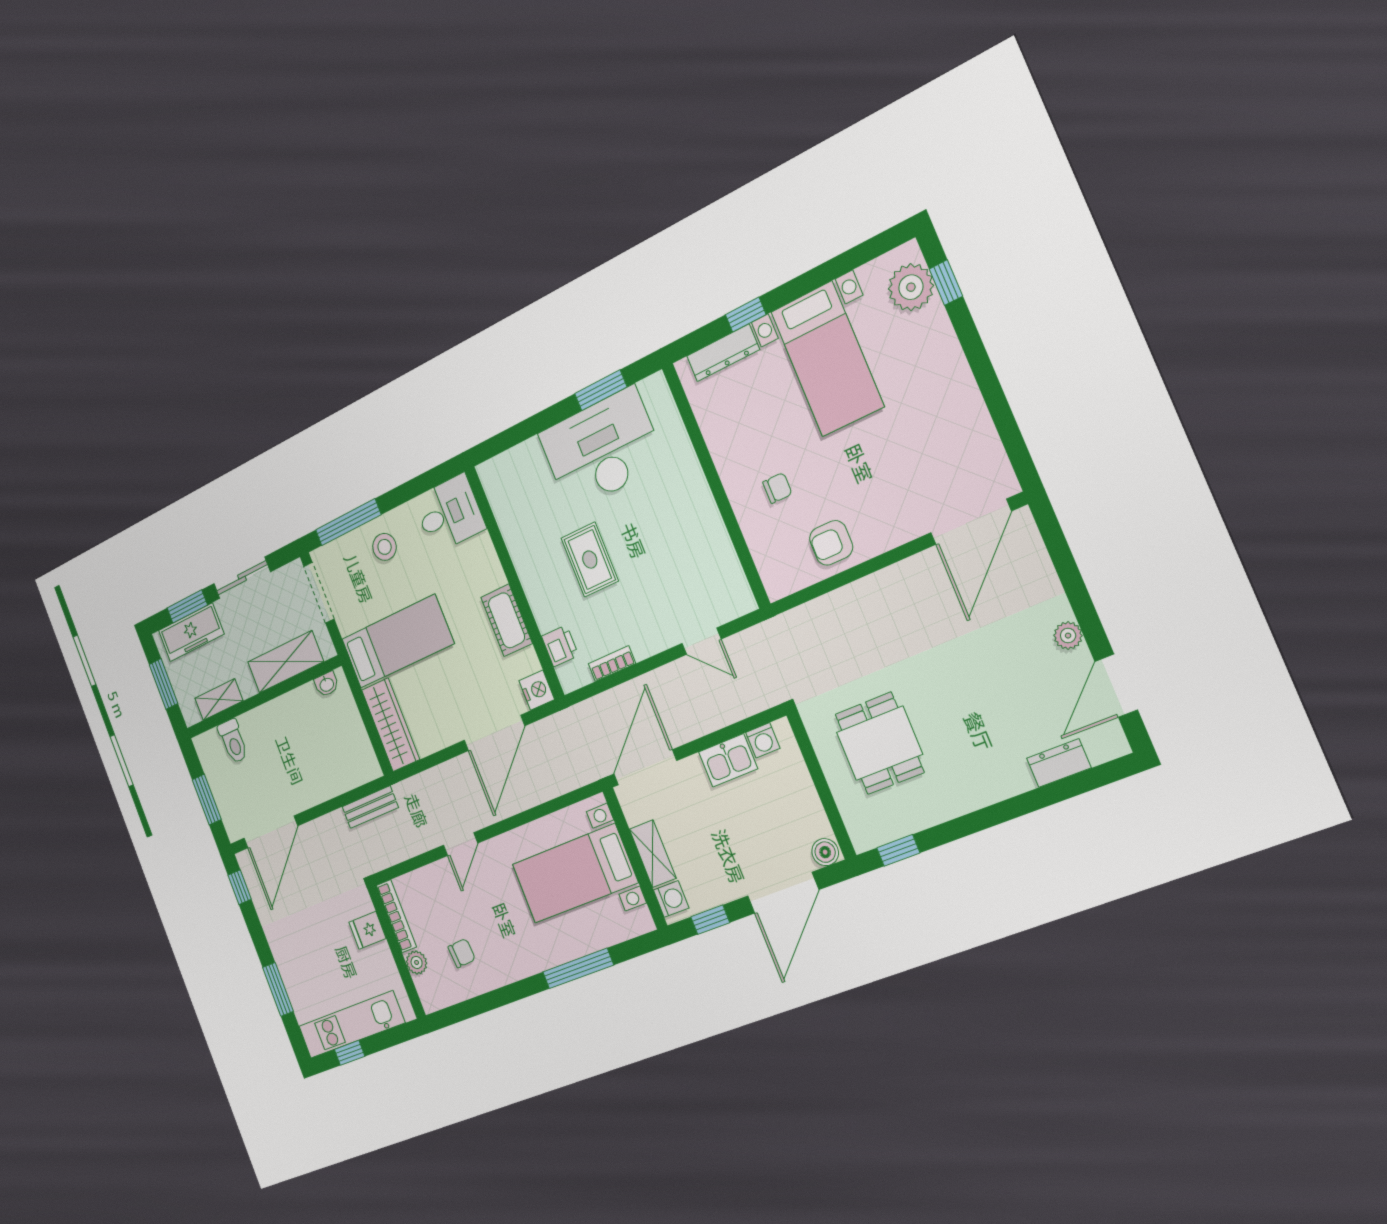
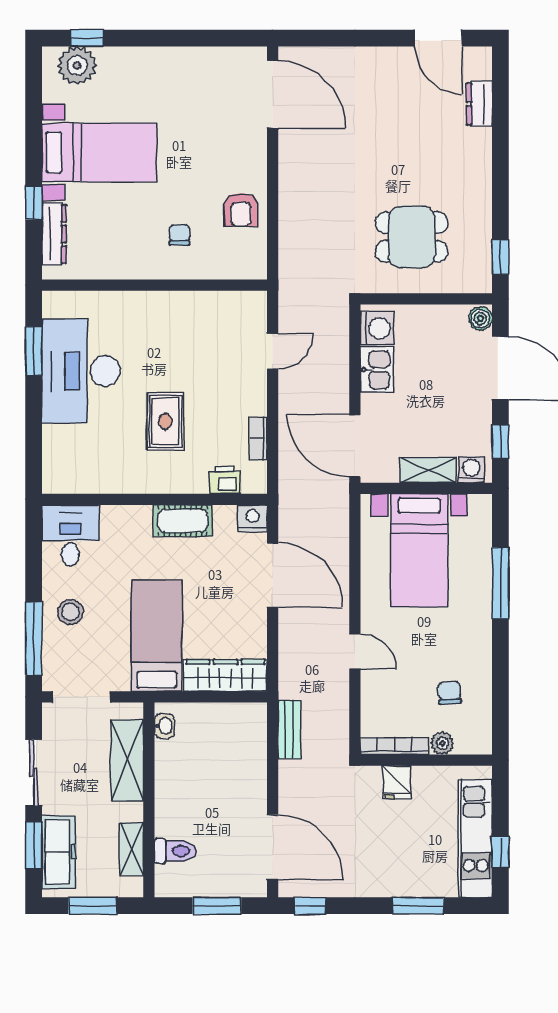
rug: (590, 560) -> (165, 421), turned 90
plant: (1068, 636) -> (387, 58), removed
washing machine: (763, 740) -> (377, 328), width x1.38, depth x1.38

